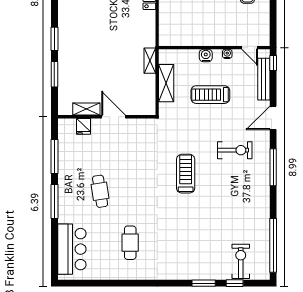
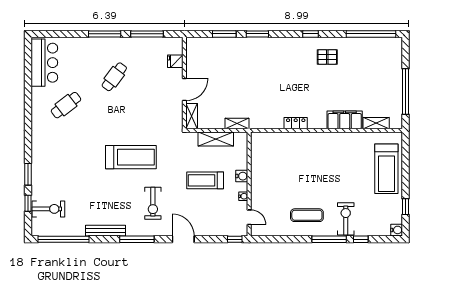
door: (250, 48) -> (249, 217), swing flipped
bench: (264, 79) -> (106, 231), moved
treadmill: (210, 95) -> (205, 180), turned -90
shelving: (86, 109) -> (192, 116), moved
treadmill: (186, 174) -> (131, 157), width x1.37, depth x1.38
cafe table: (100, 191) -> (114, 77), turned -44
cafe table: (130, 243) -> (66, 105), turned -38
bar counter: (72, 249) -> (44, 63), moved, turned -90

